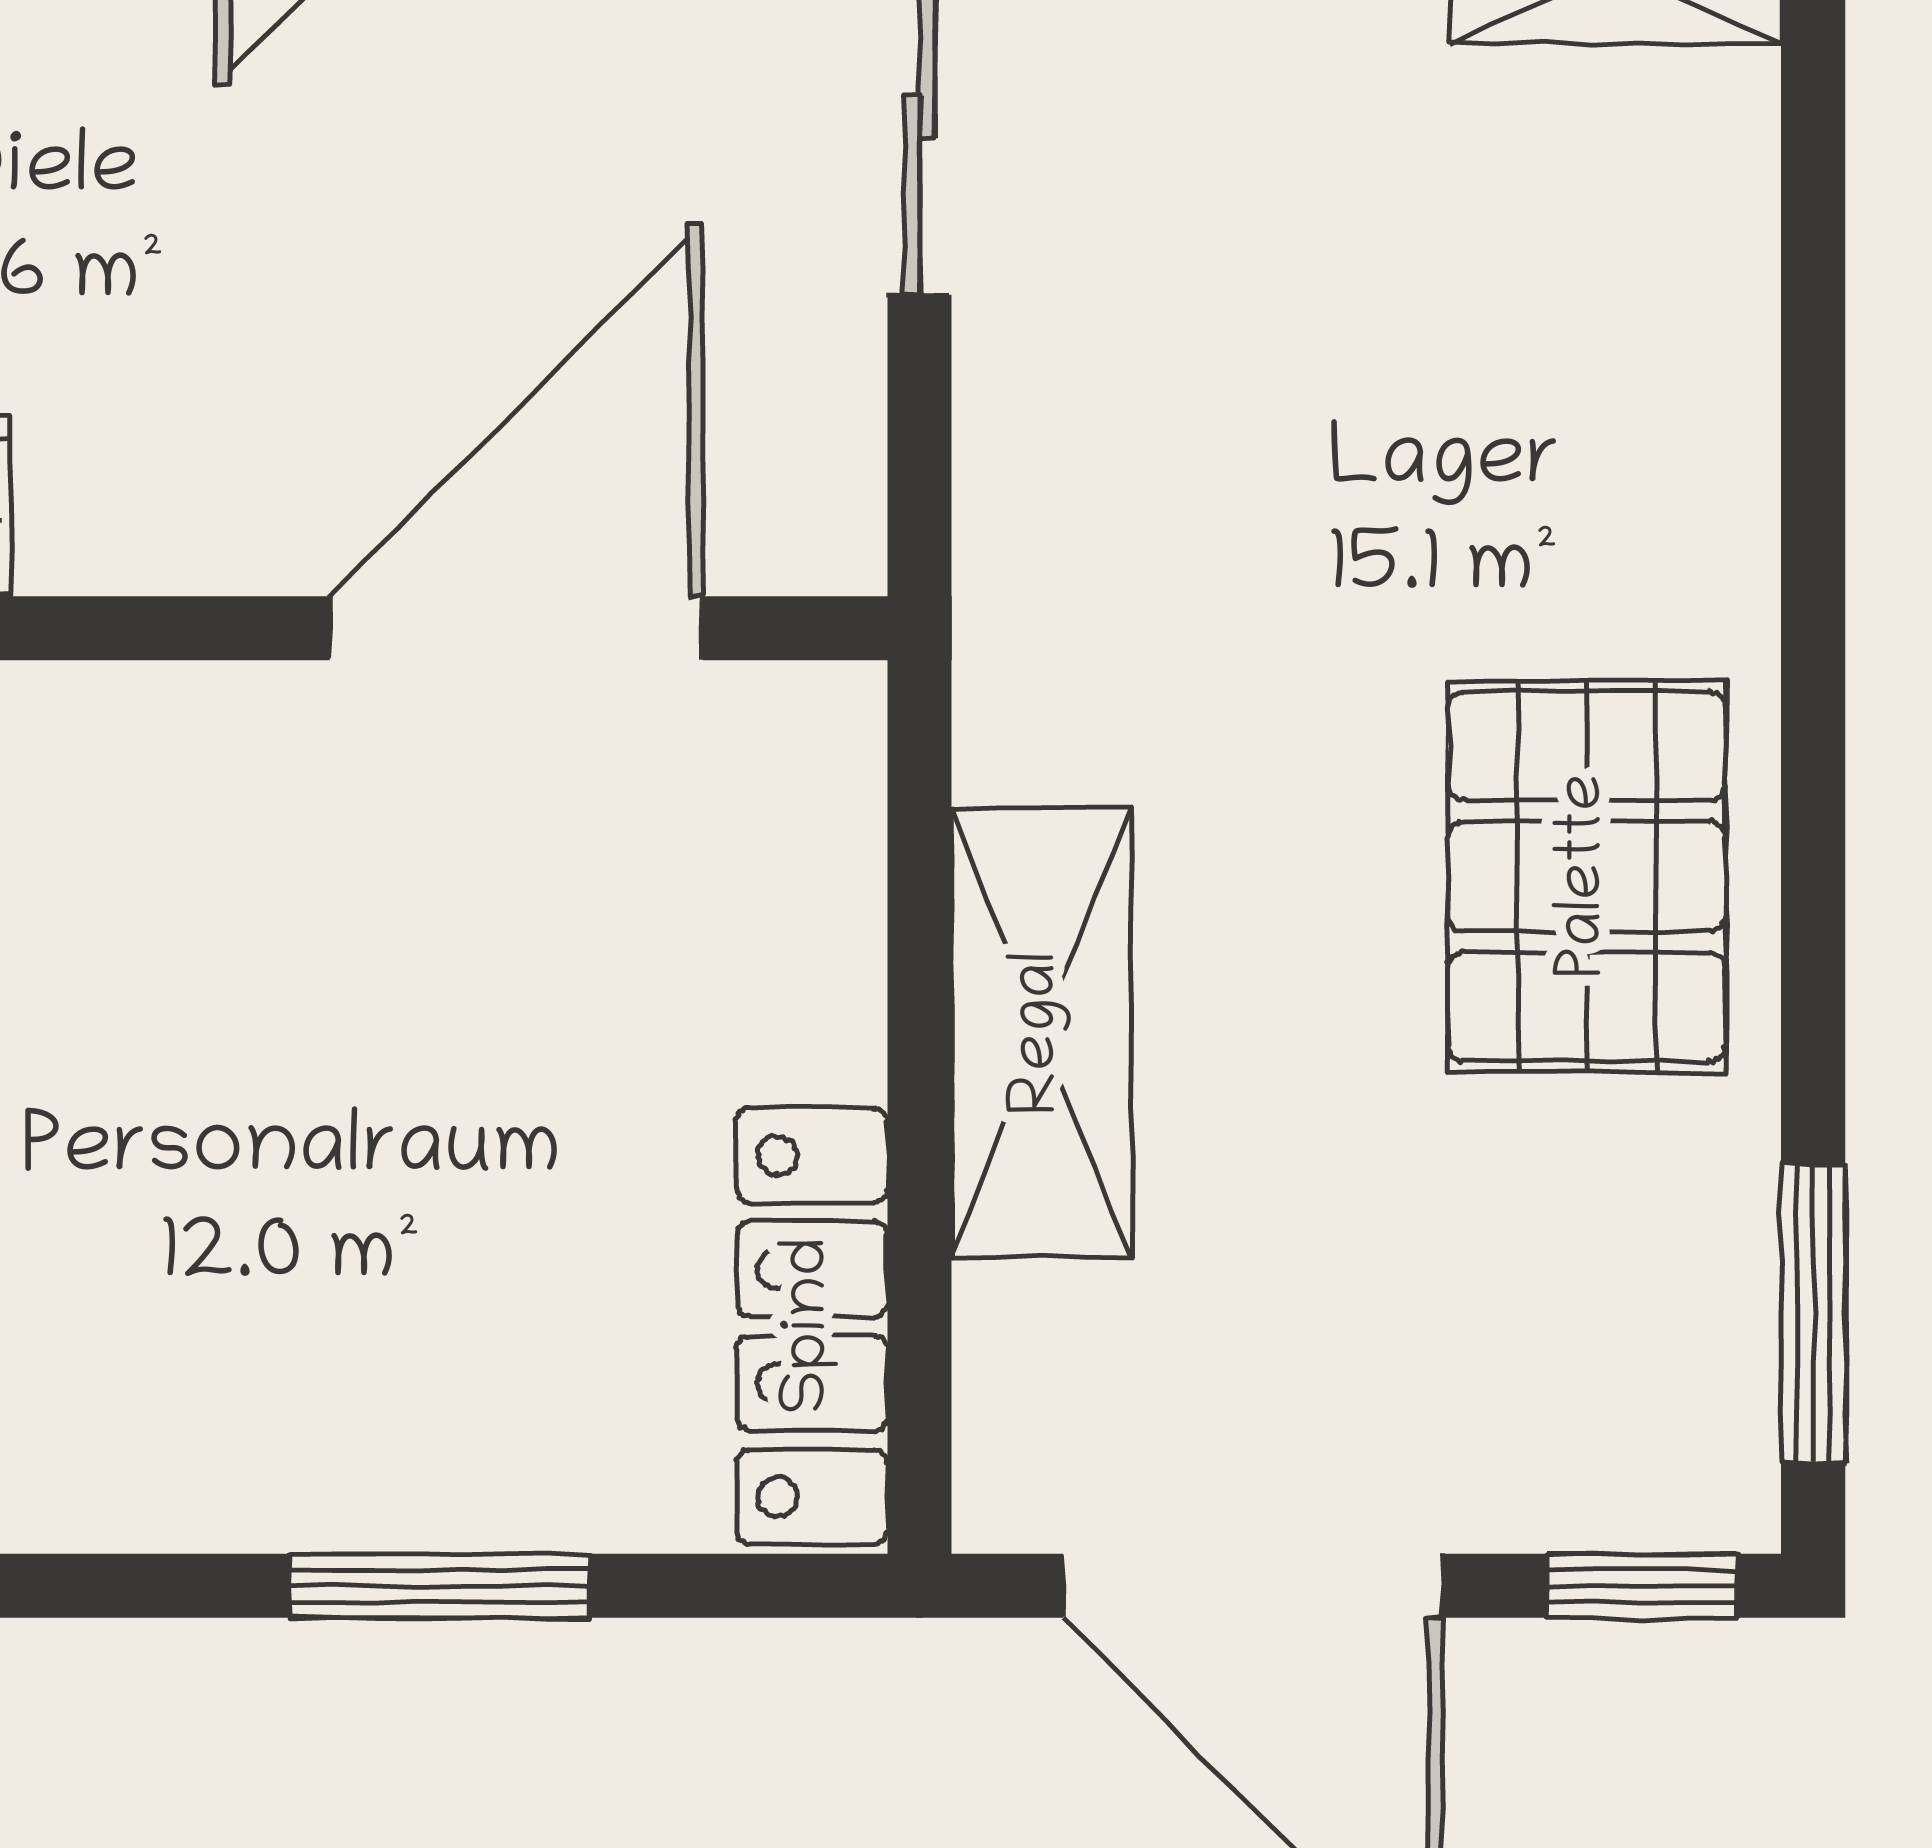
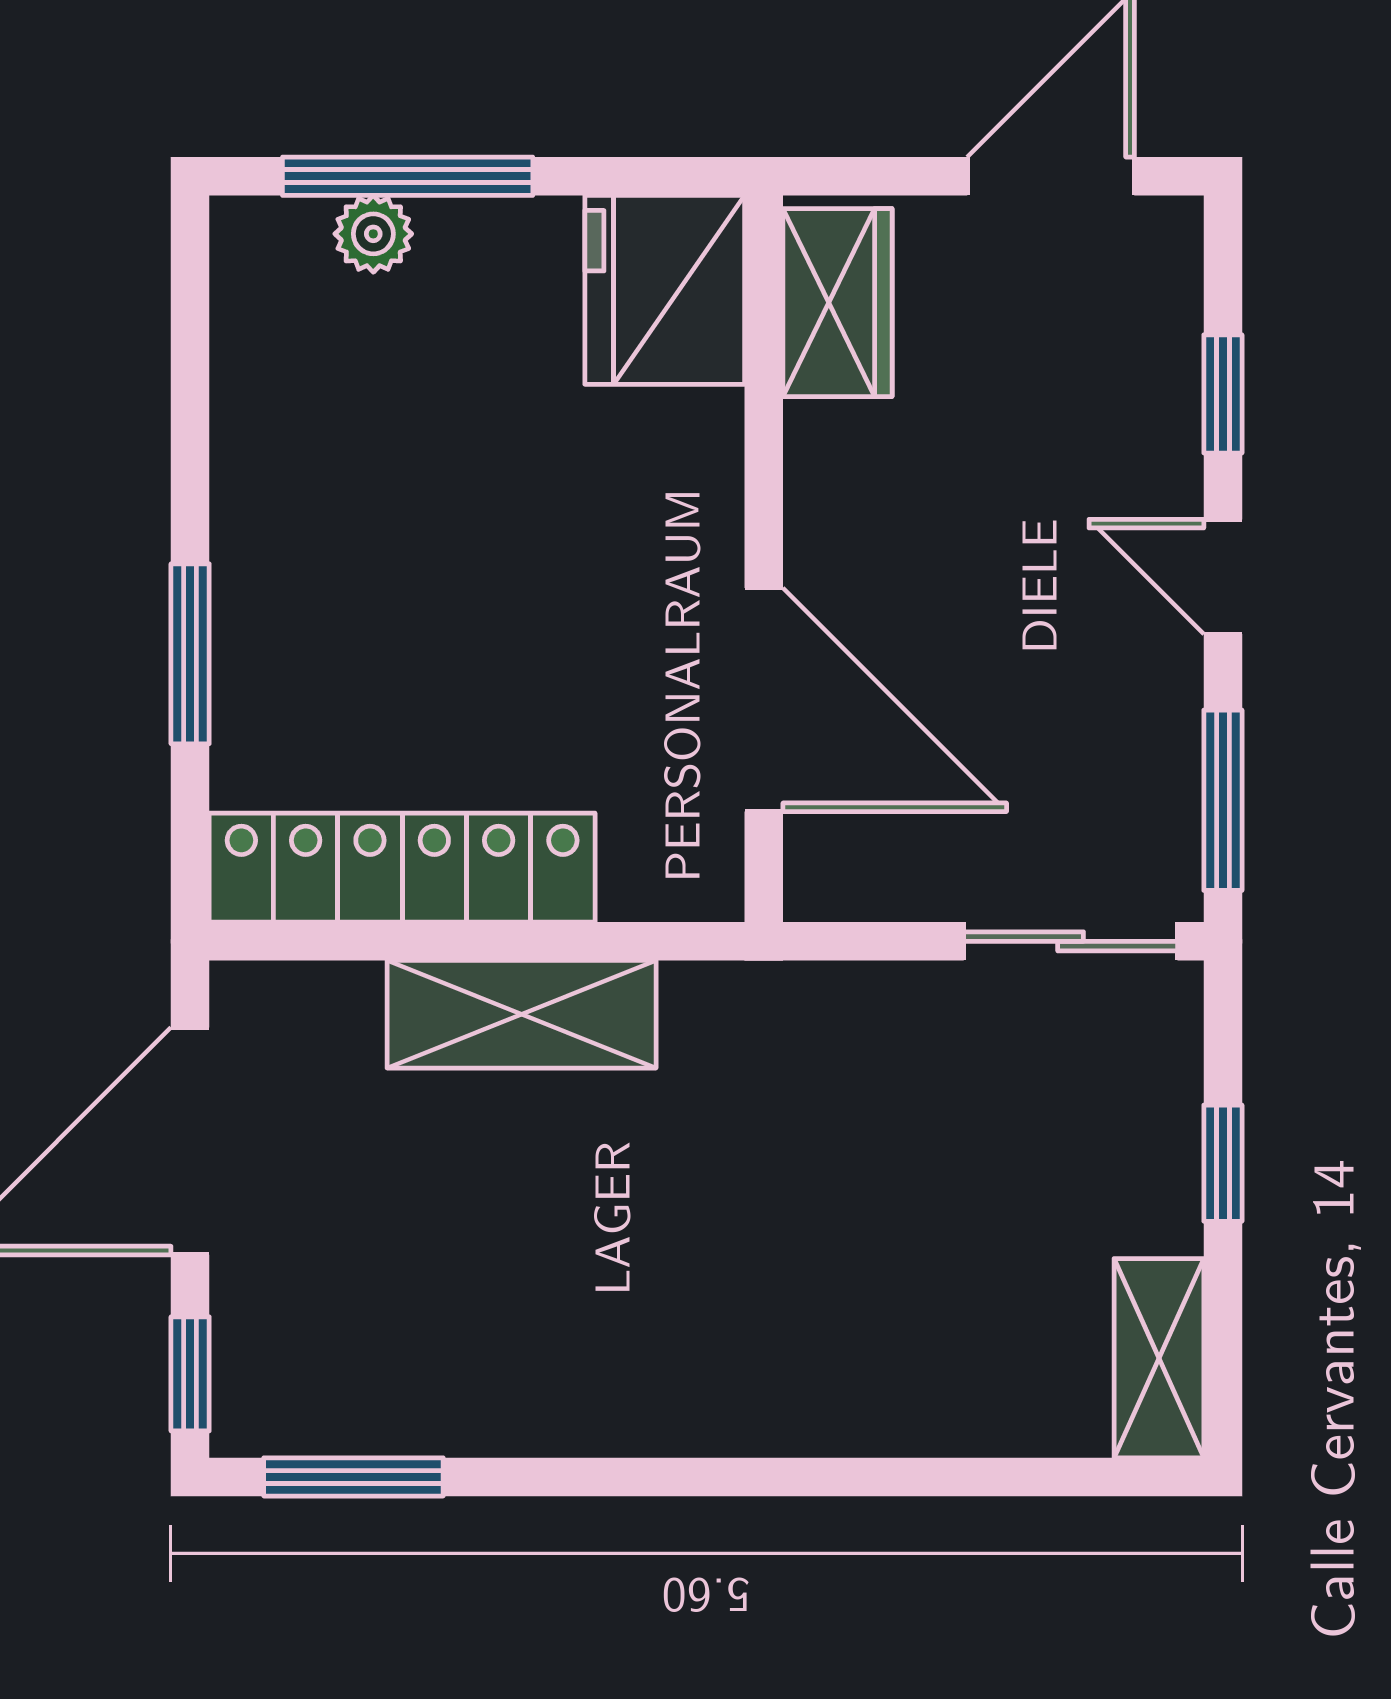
pallet: (1587, 876) -> (615, 1341), removed
locker: (812, 1326) -> (402, 868), width x1.41, depth x1.21

